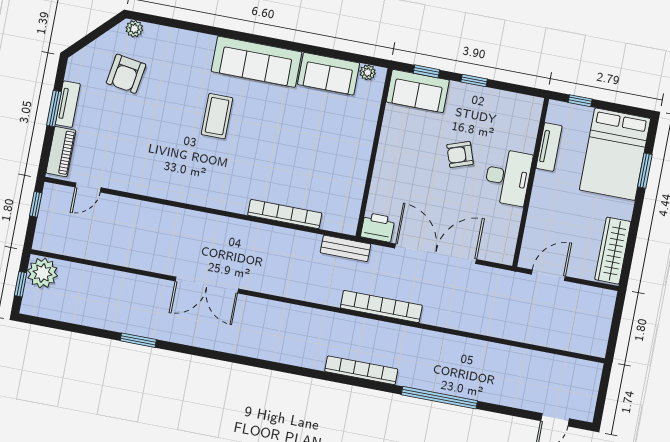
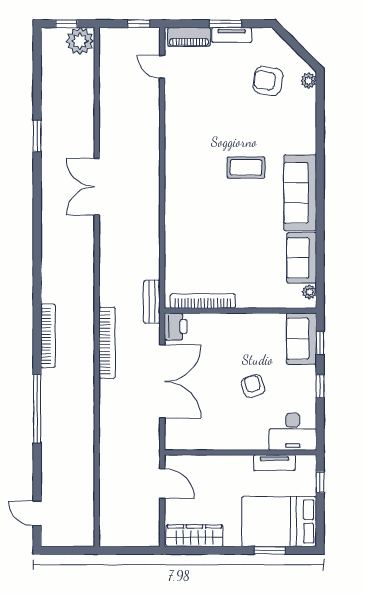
desk: (508, 177) -> (293, 432), moved
bookcase: (285, 214) -> (203, 301), moved, turned -90

